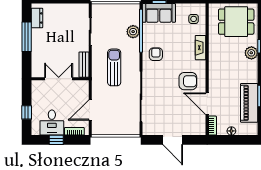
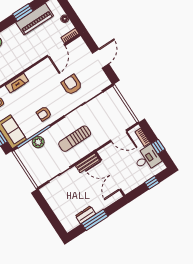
dresser: (37, 18) -> (86, 215), moved
double door: (59, 79) -> (111, 175), width x1.37
armchair: (188, 81) -> (72, 85), moved

